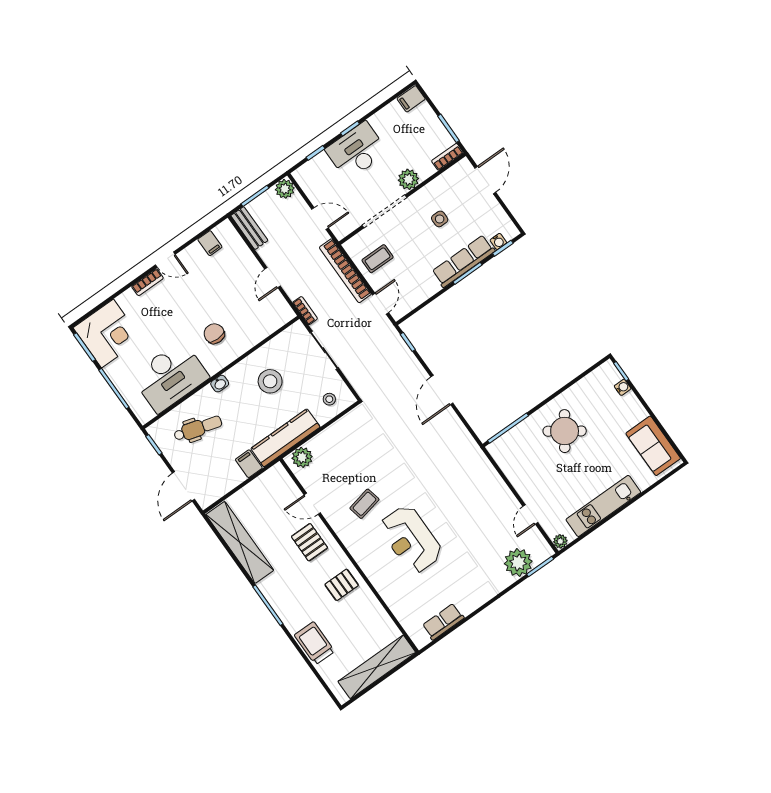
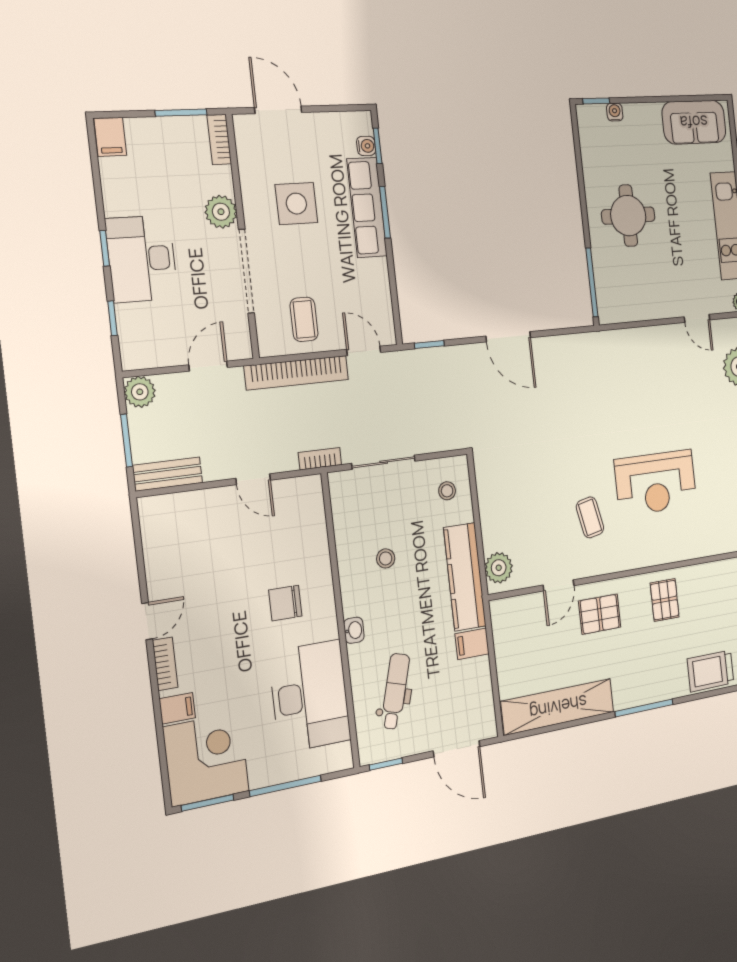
side table: (440, 219) -> (296, 204), width x1.87, depth x1.87
filing cabinet: (210, 243) -> (177, 708), moved
stool: (270, 381) -> (386, 558), width x0.53, depth x0.53
round table: (565, 431) -> (628, 216), turned -35

